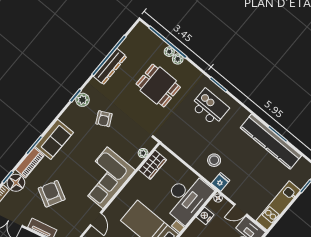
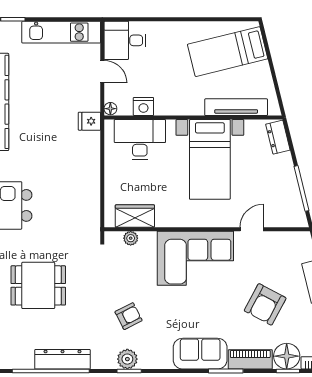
dining table: (158, 86) -> (38, 285), turned 90
stool: (214, 160) -> (71, 150), removed
desk: (187, 197) -> (140, 139), width x0.73, depth x0.77

